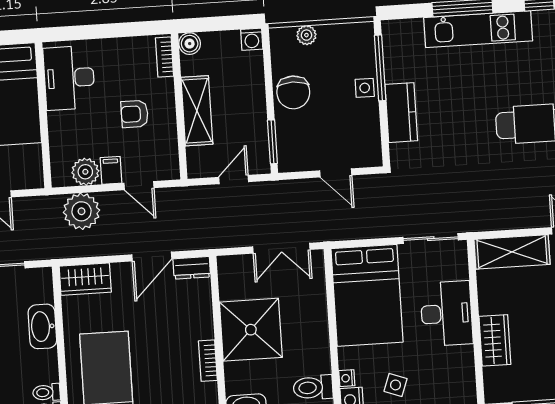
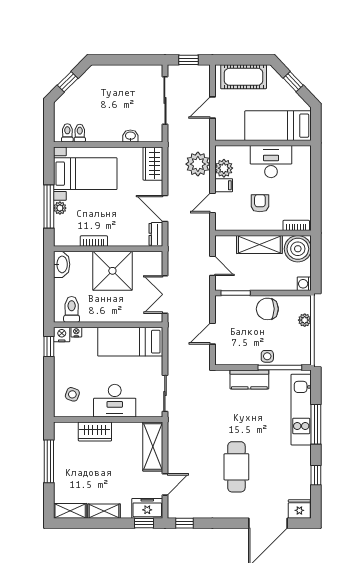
kitchen unit: (478, 29) -> (301, 410), moved
boiler: (190, 44) -> (298, 249), width x1.86, depth x1.86
desk: (69, 78) -> (271, 162), moved
bed: (367, 295) -> (130, 342), width x0.67
washbasin: (42, 326) -> (130, 136), width x0.52, depth x0.69
side table: (396, 385) -> (72, 394), moved

